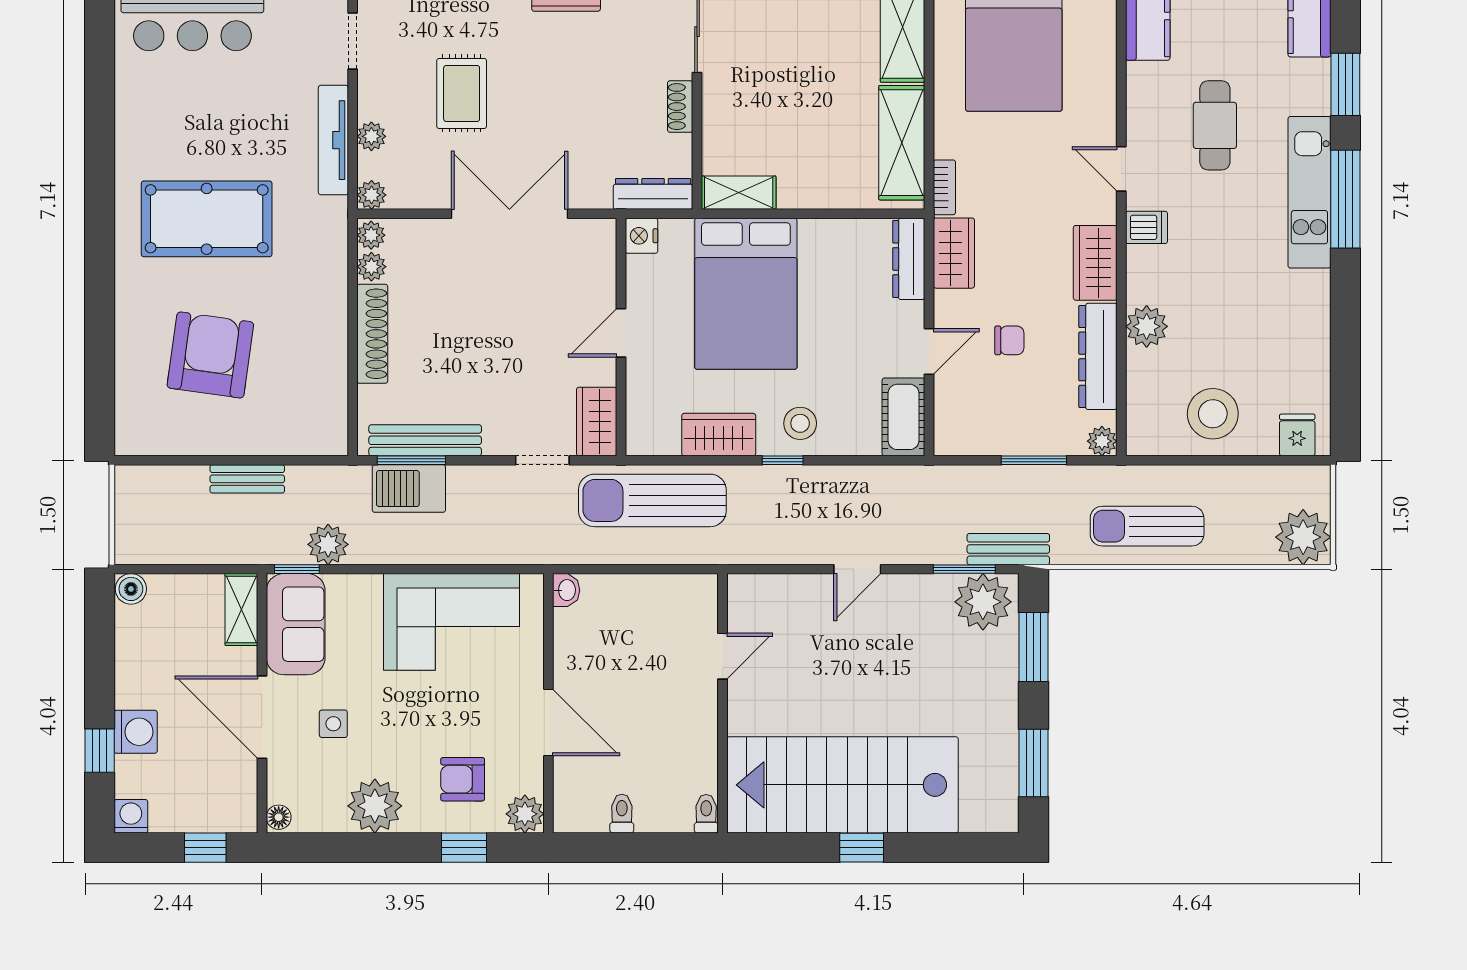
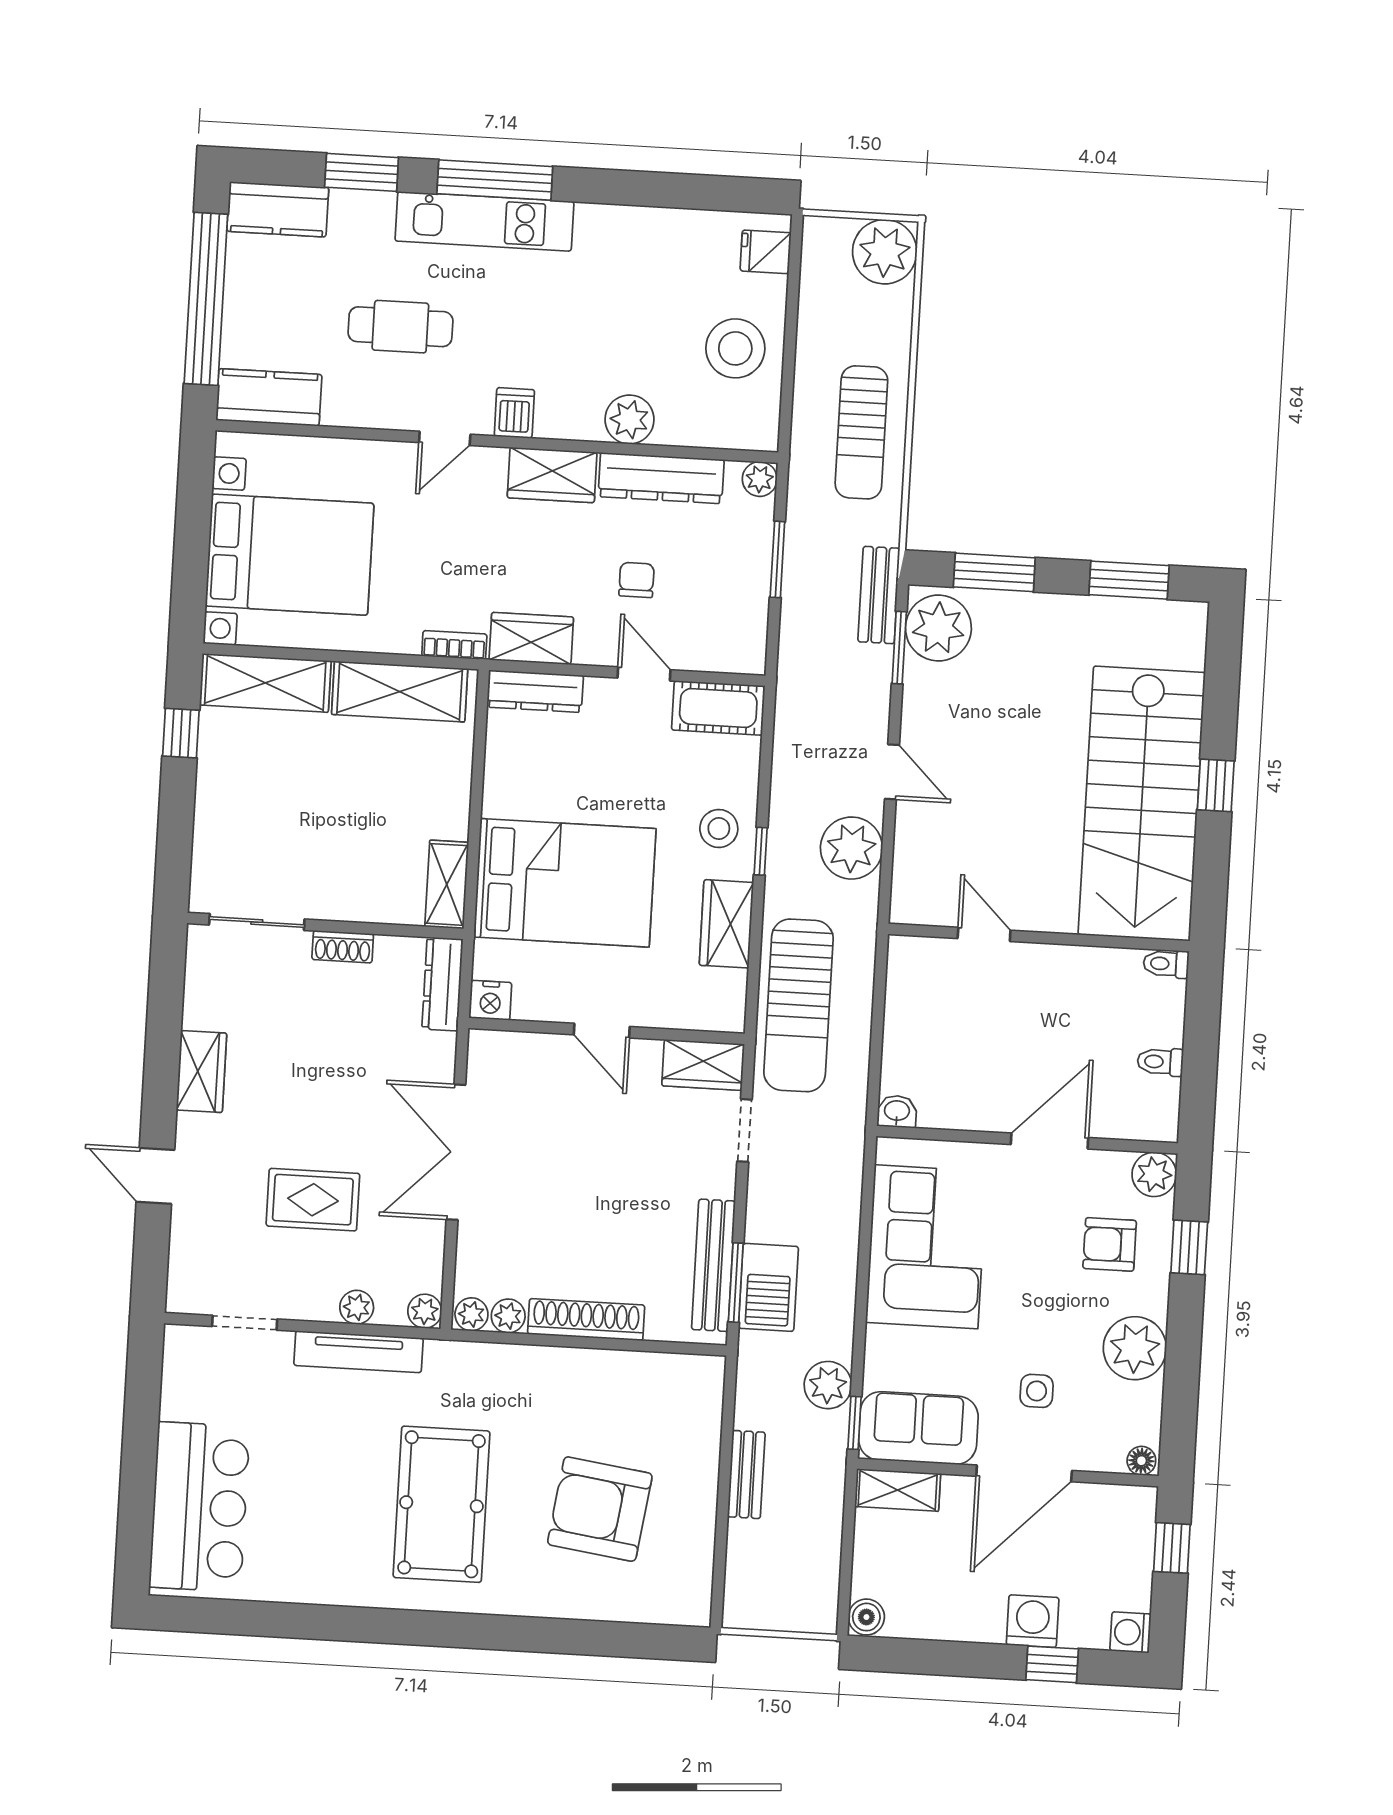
plant: (790, 538) -> (851, 848), added
armchair: (463, 779) -> (1110, 1244), turned 90

